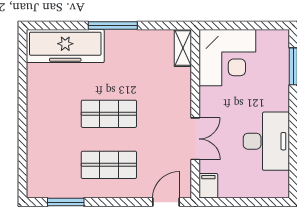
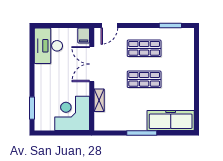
shelving: (183, 48) -> (99, 100), moved
double door: (195, 139) -> (92, 64), width x1.37
desk: (266, 141) -> (48, 46), moved

